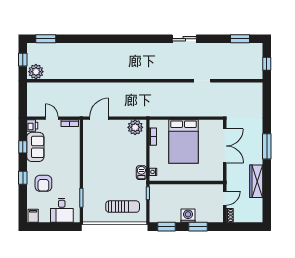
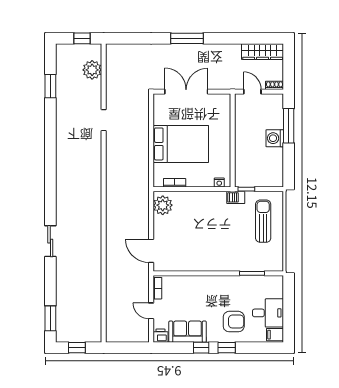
sliding door: (184, 39) -> (50, 241), moved
window: (240, 39) -> (50, 86), moved
plant: (36, 72) -> (92, 70), moved
door: (52, 118) -> (151, 311), hinge flipped
window: (23, 147) -> (201, 348), moved
barbecue: (141, 173) -> (236, 197), moved
wardrobe: (256, 181) -> (263, 52), moved
desk: (62, 210) -> (268, 313), moved
window: (166, 227) -> (289, 165), removed
window: (198, 227) -> (289, 126), width x1.44

